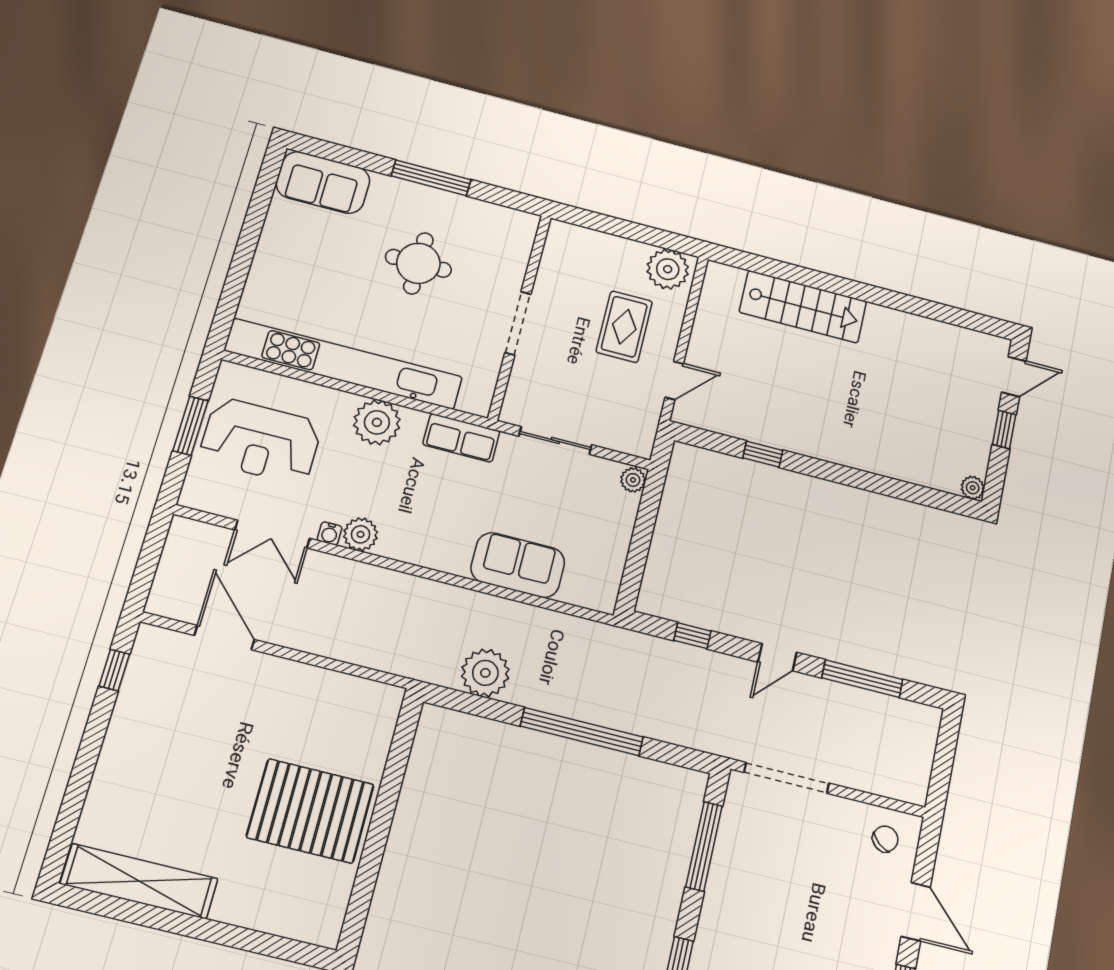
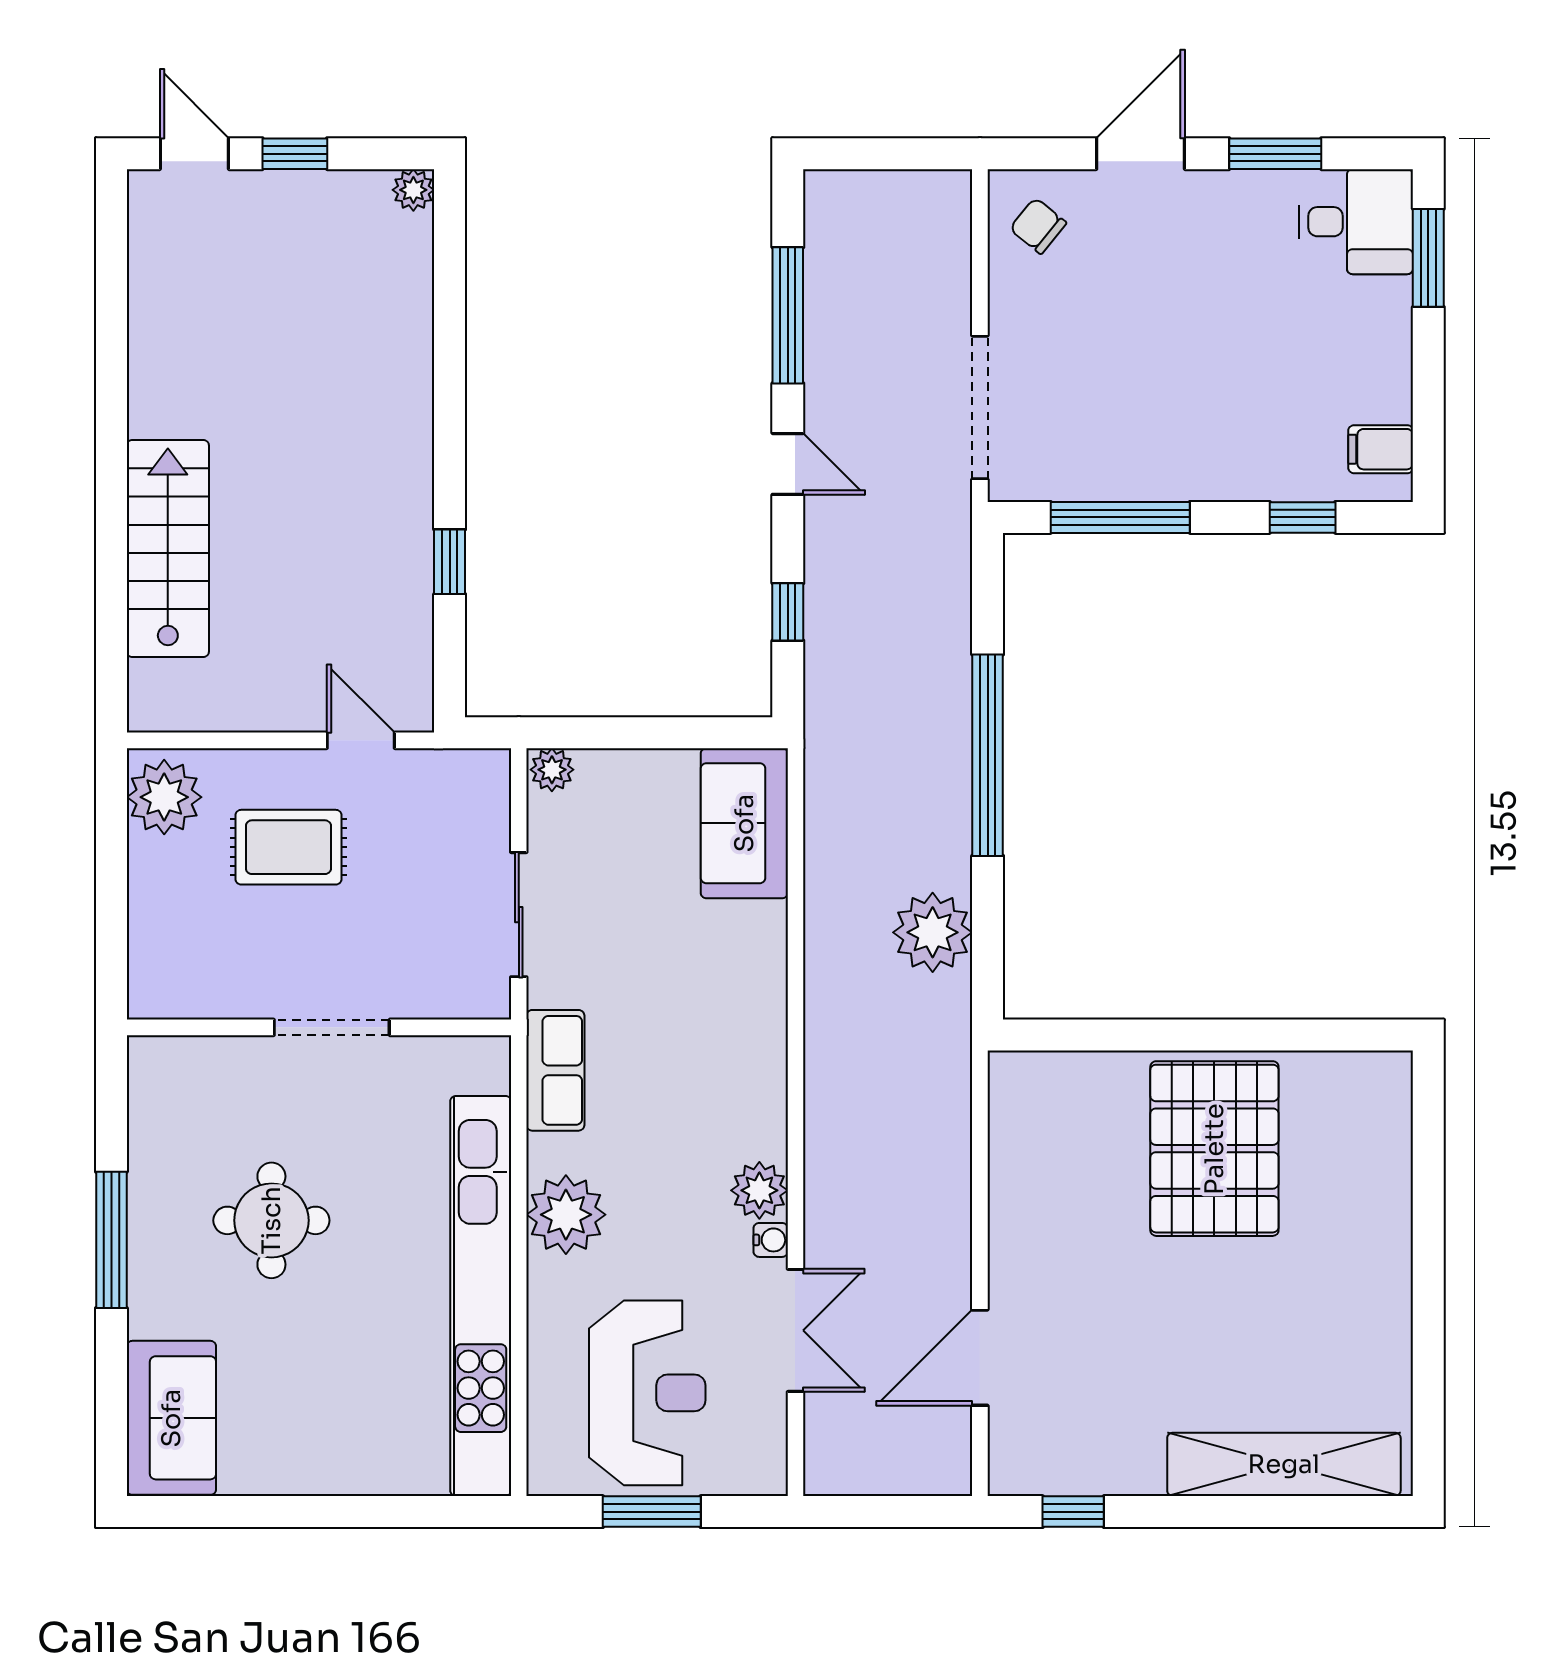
sofa: (518, 565) -> (744, 823), moved
shelving: (139, 881) -> (1284, 1464), moved, turned 90

